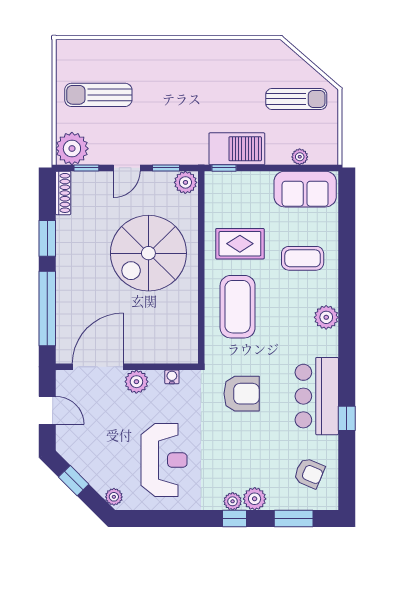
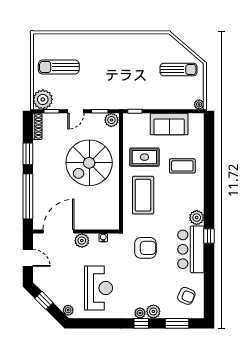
barbecue: (237, 149) -> (143, 100), removed
plant: (300, 157) -> (199, 104), moved
sofa: (305, 189) -> (169, 124), moved
plant: (326, 317) -> (197, 218), moved
window: (347, 418) -> (209, 236), moved

